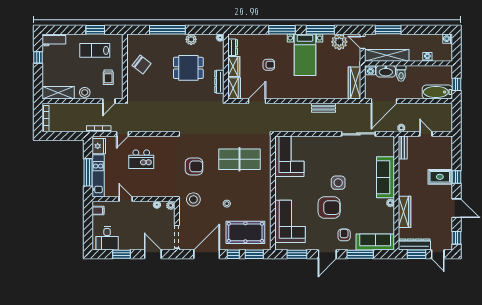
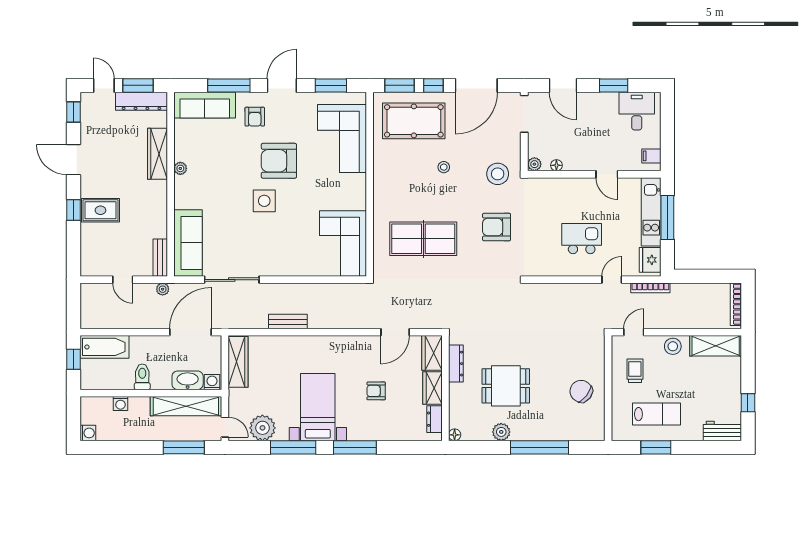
toilet: (401, 73) -> (142, 377), moved
sofa: (385, 177) -> (188, 243), moved

